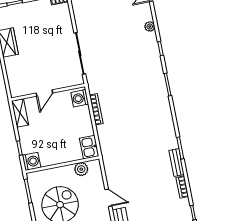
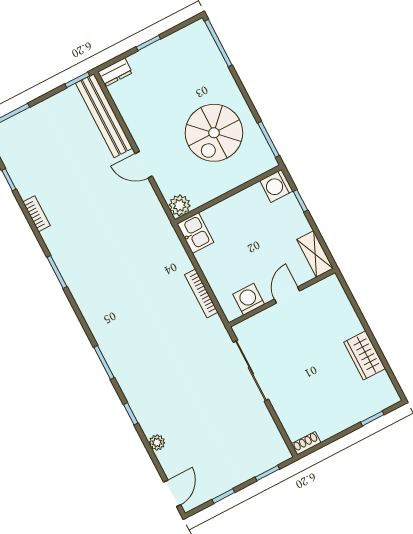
washing machine: (80, 98) -> (249, 299), moved, turned -90
bench: (177, 162) -> (56, 248), removed
plant: (81, 169) -> (180, 205), moved

